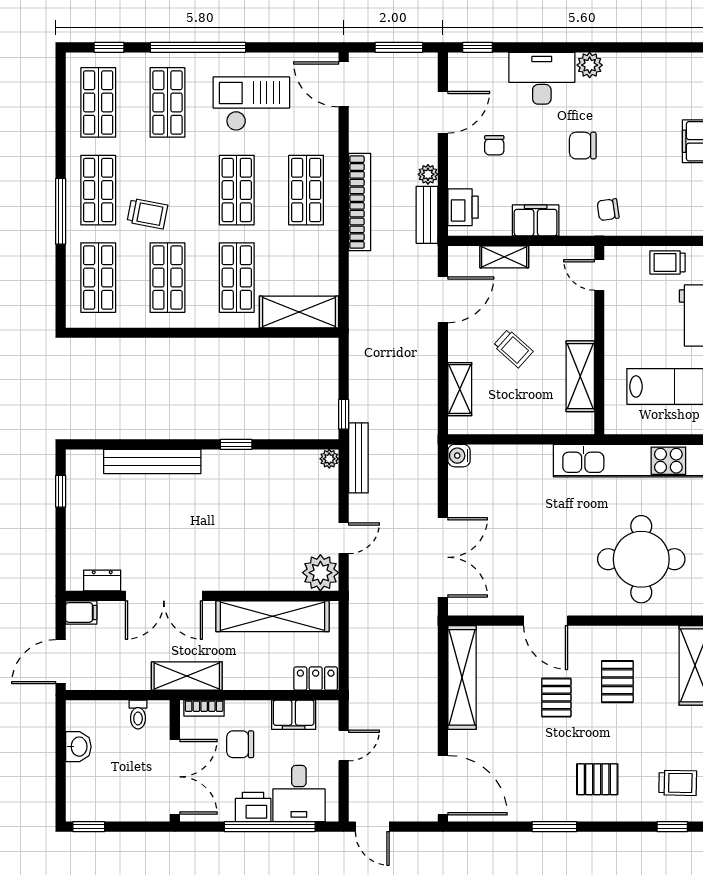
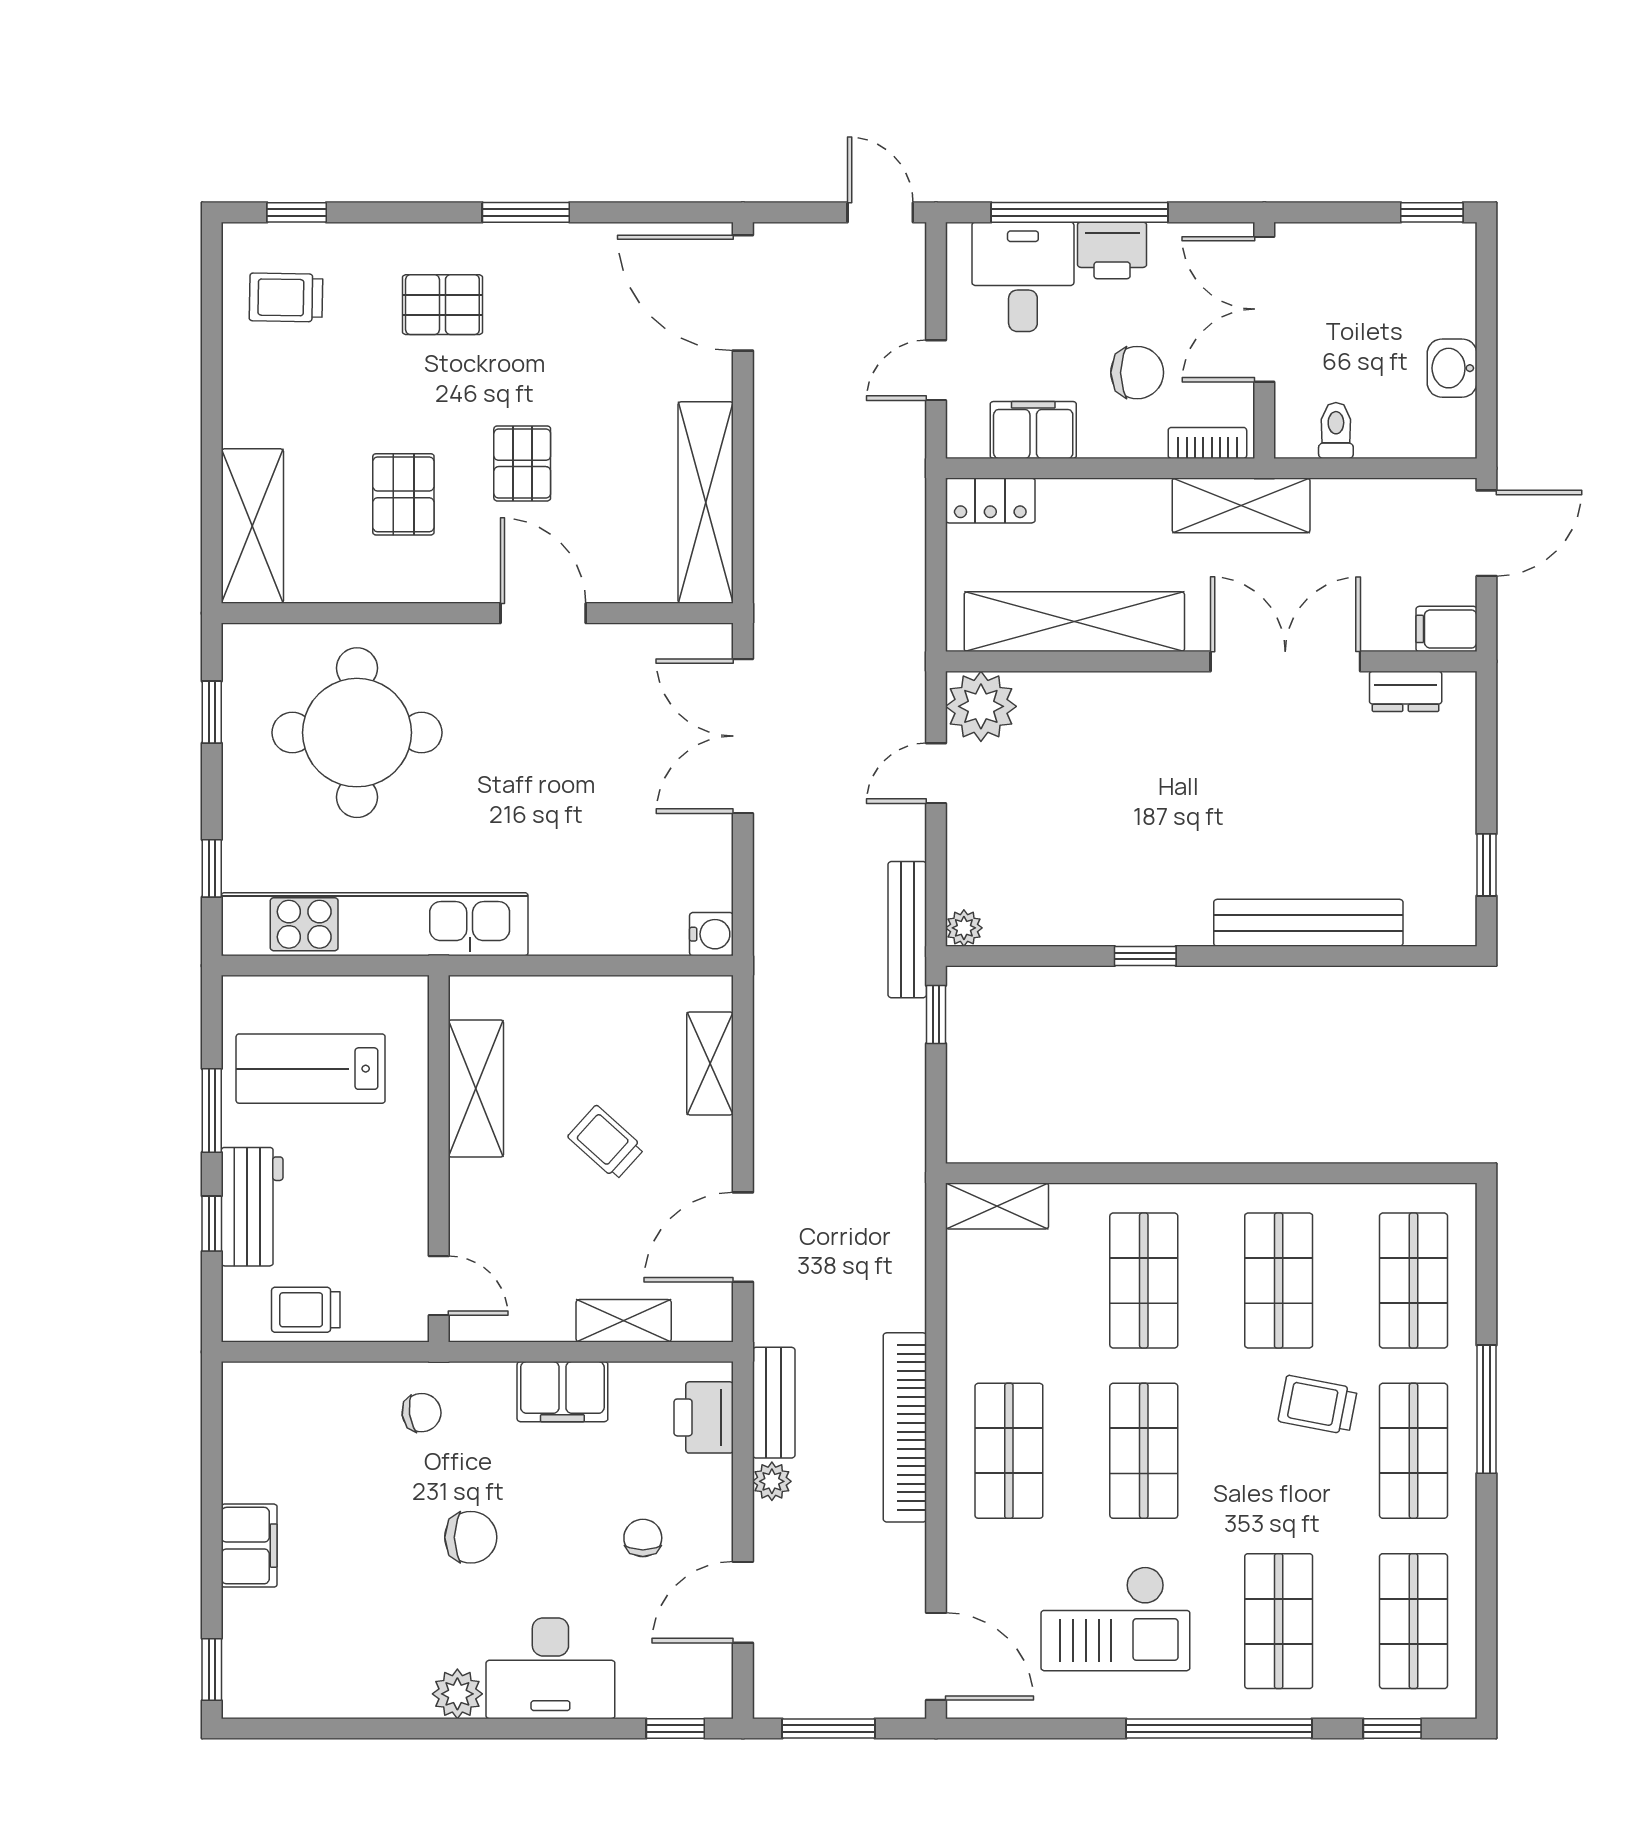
trolley: (668, 263) -> (306, 1310), turned 180
shelving: (299, 312) -> (997, 1206), width x0.67, depth x0.75

